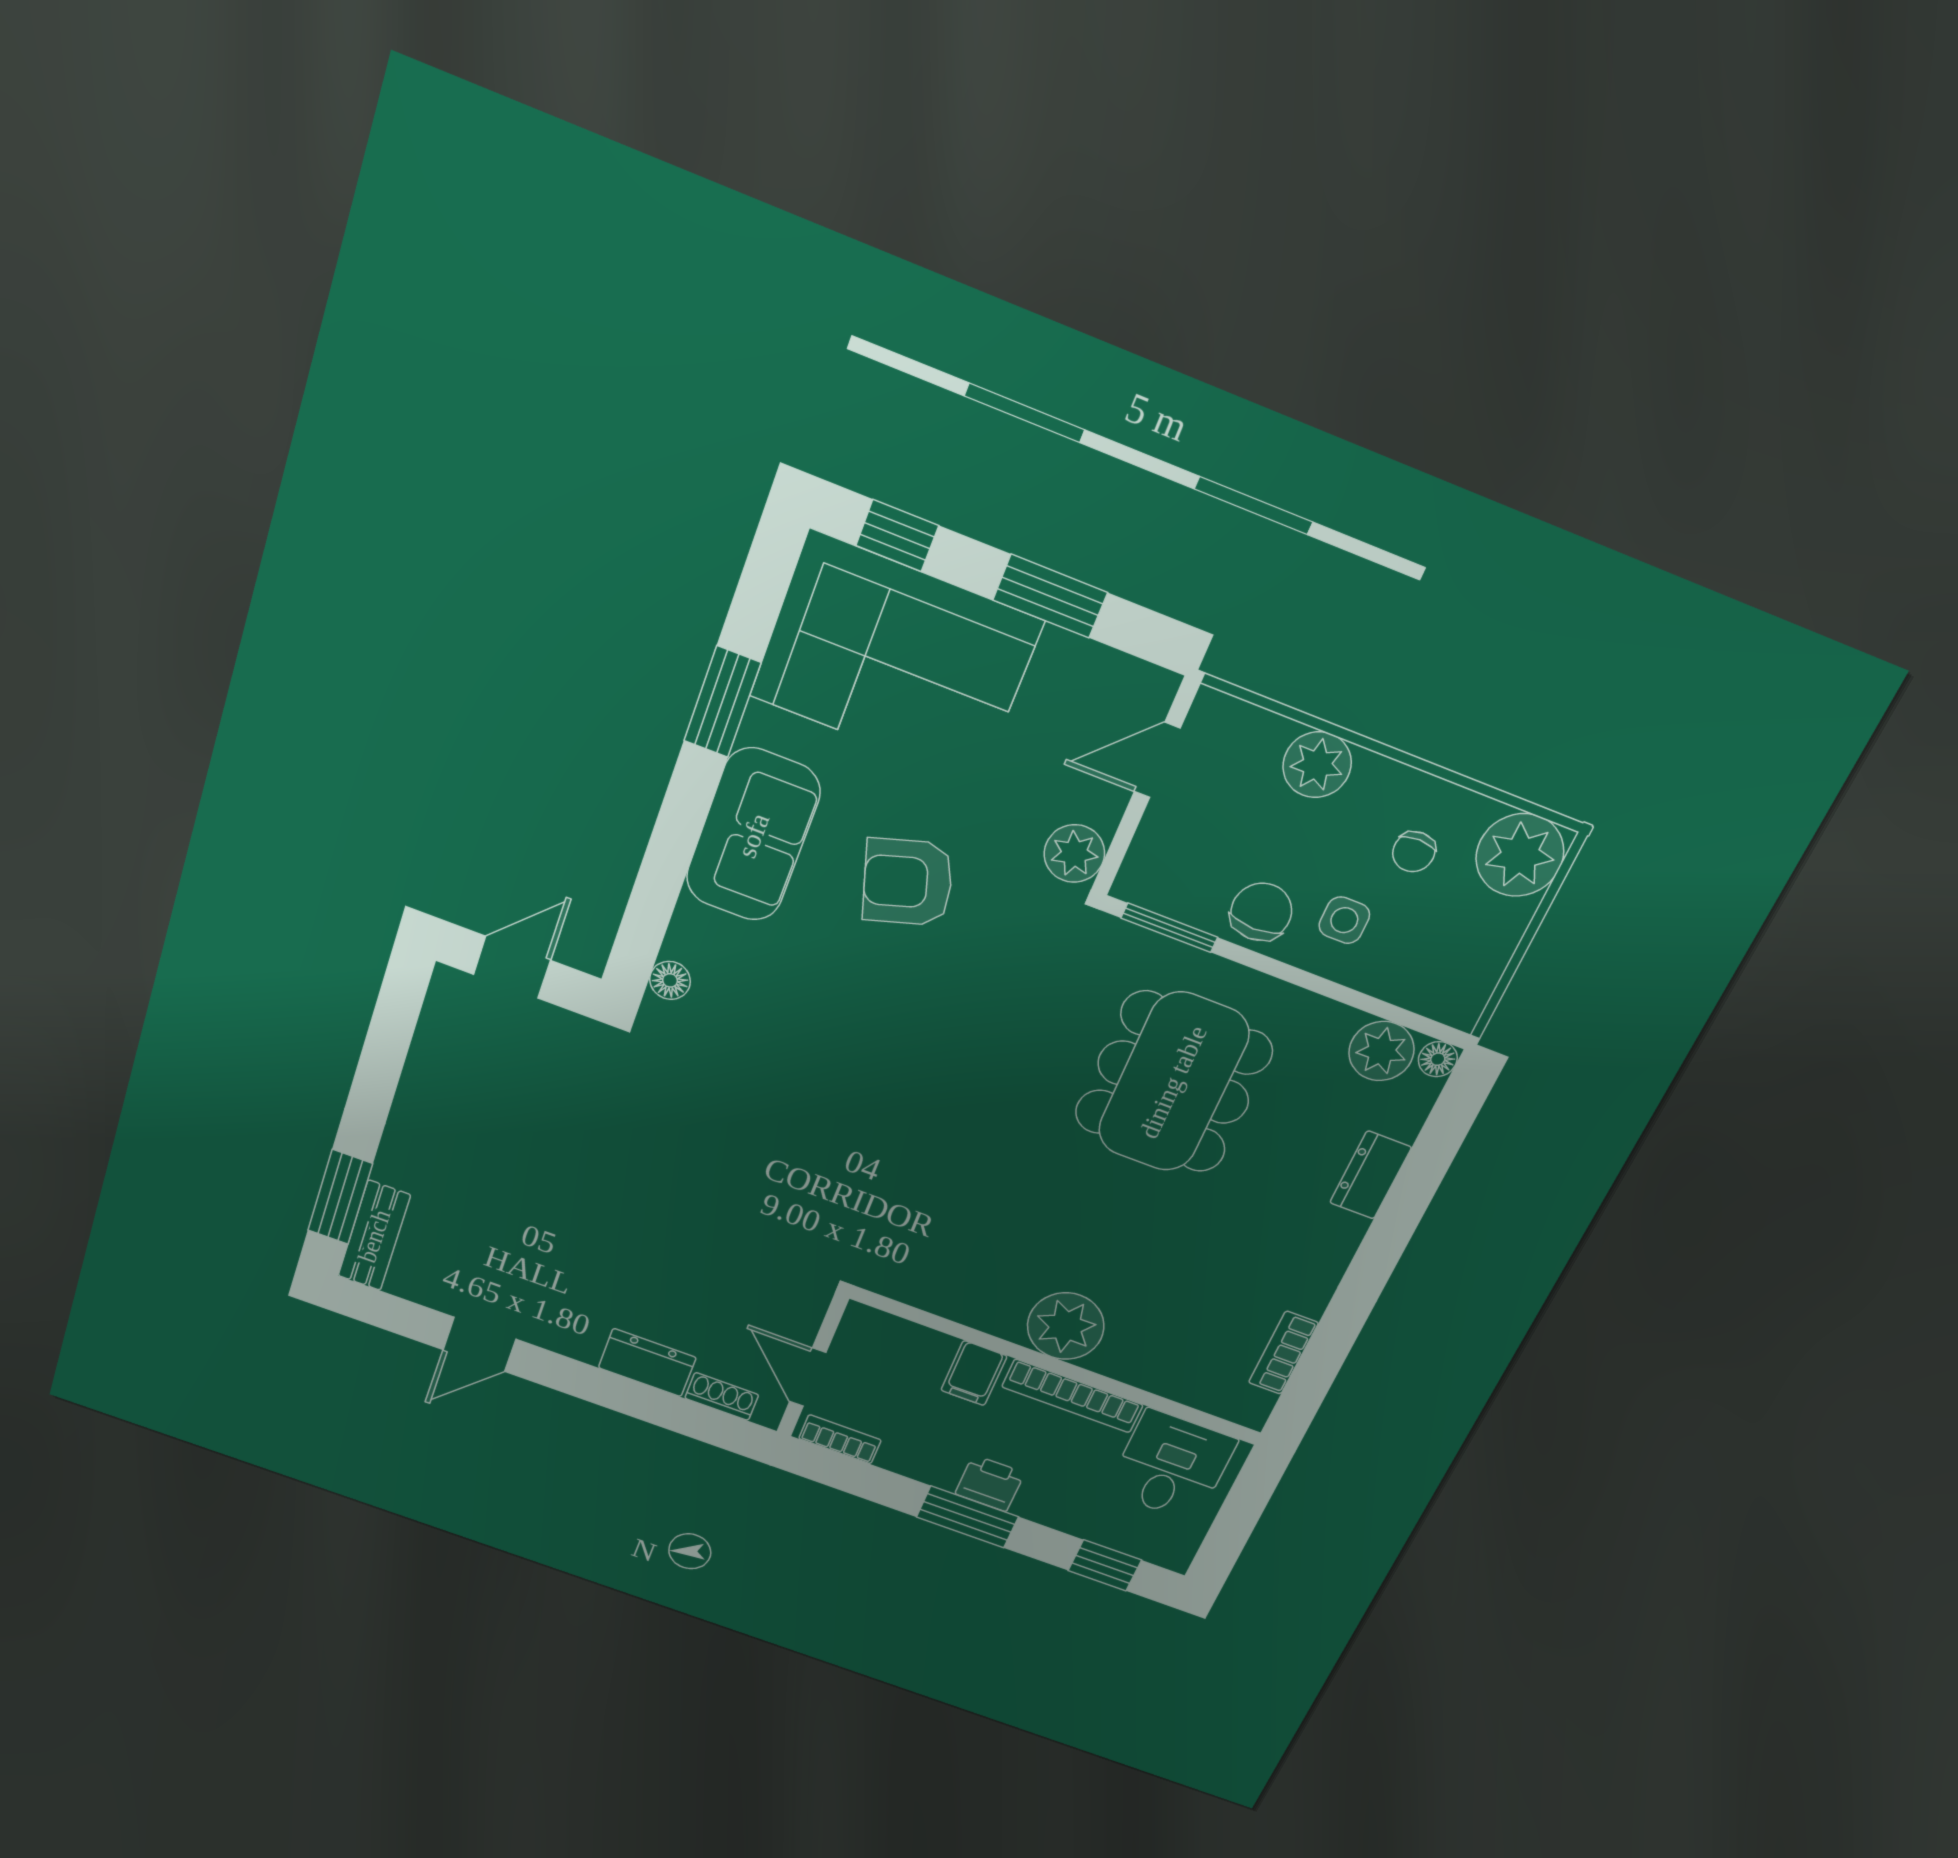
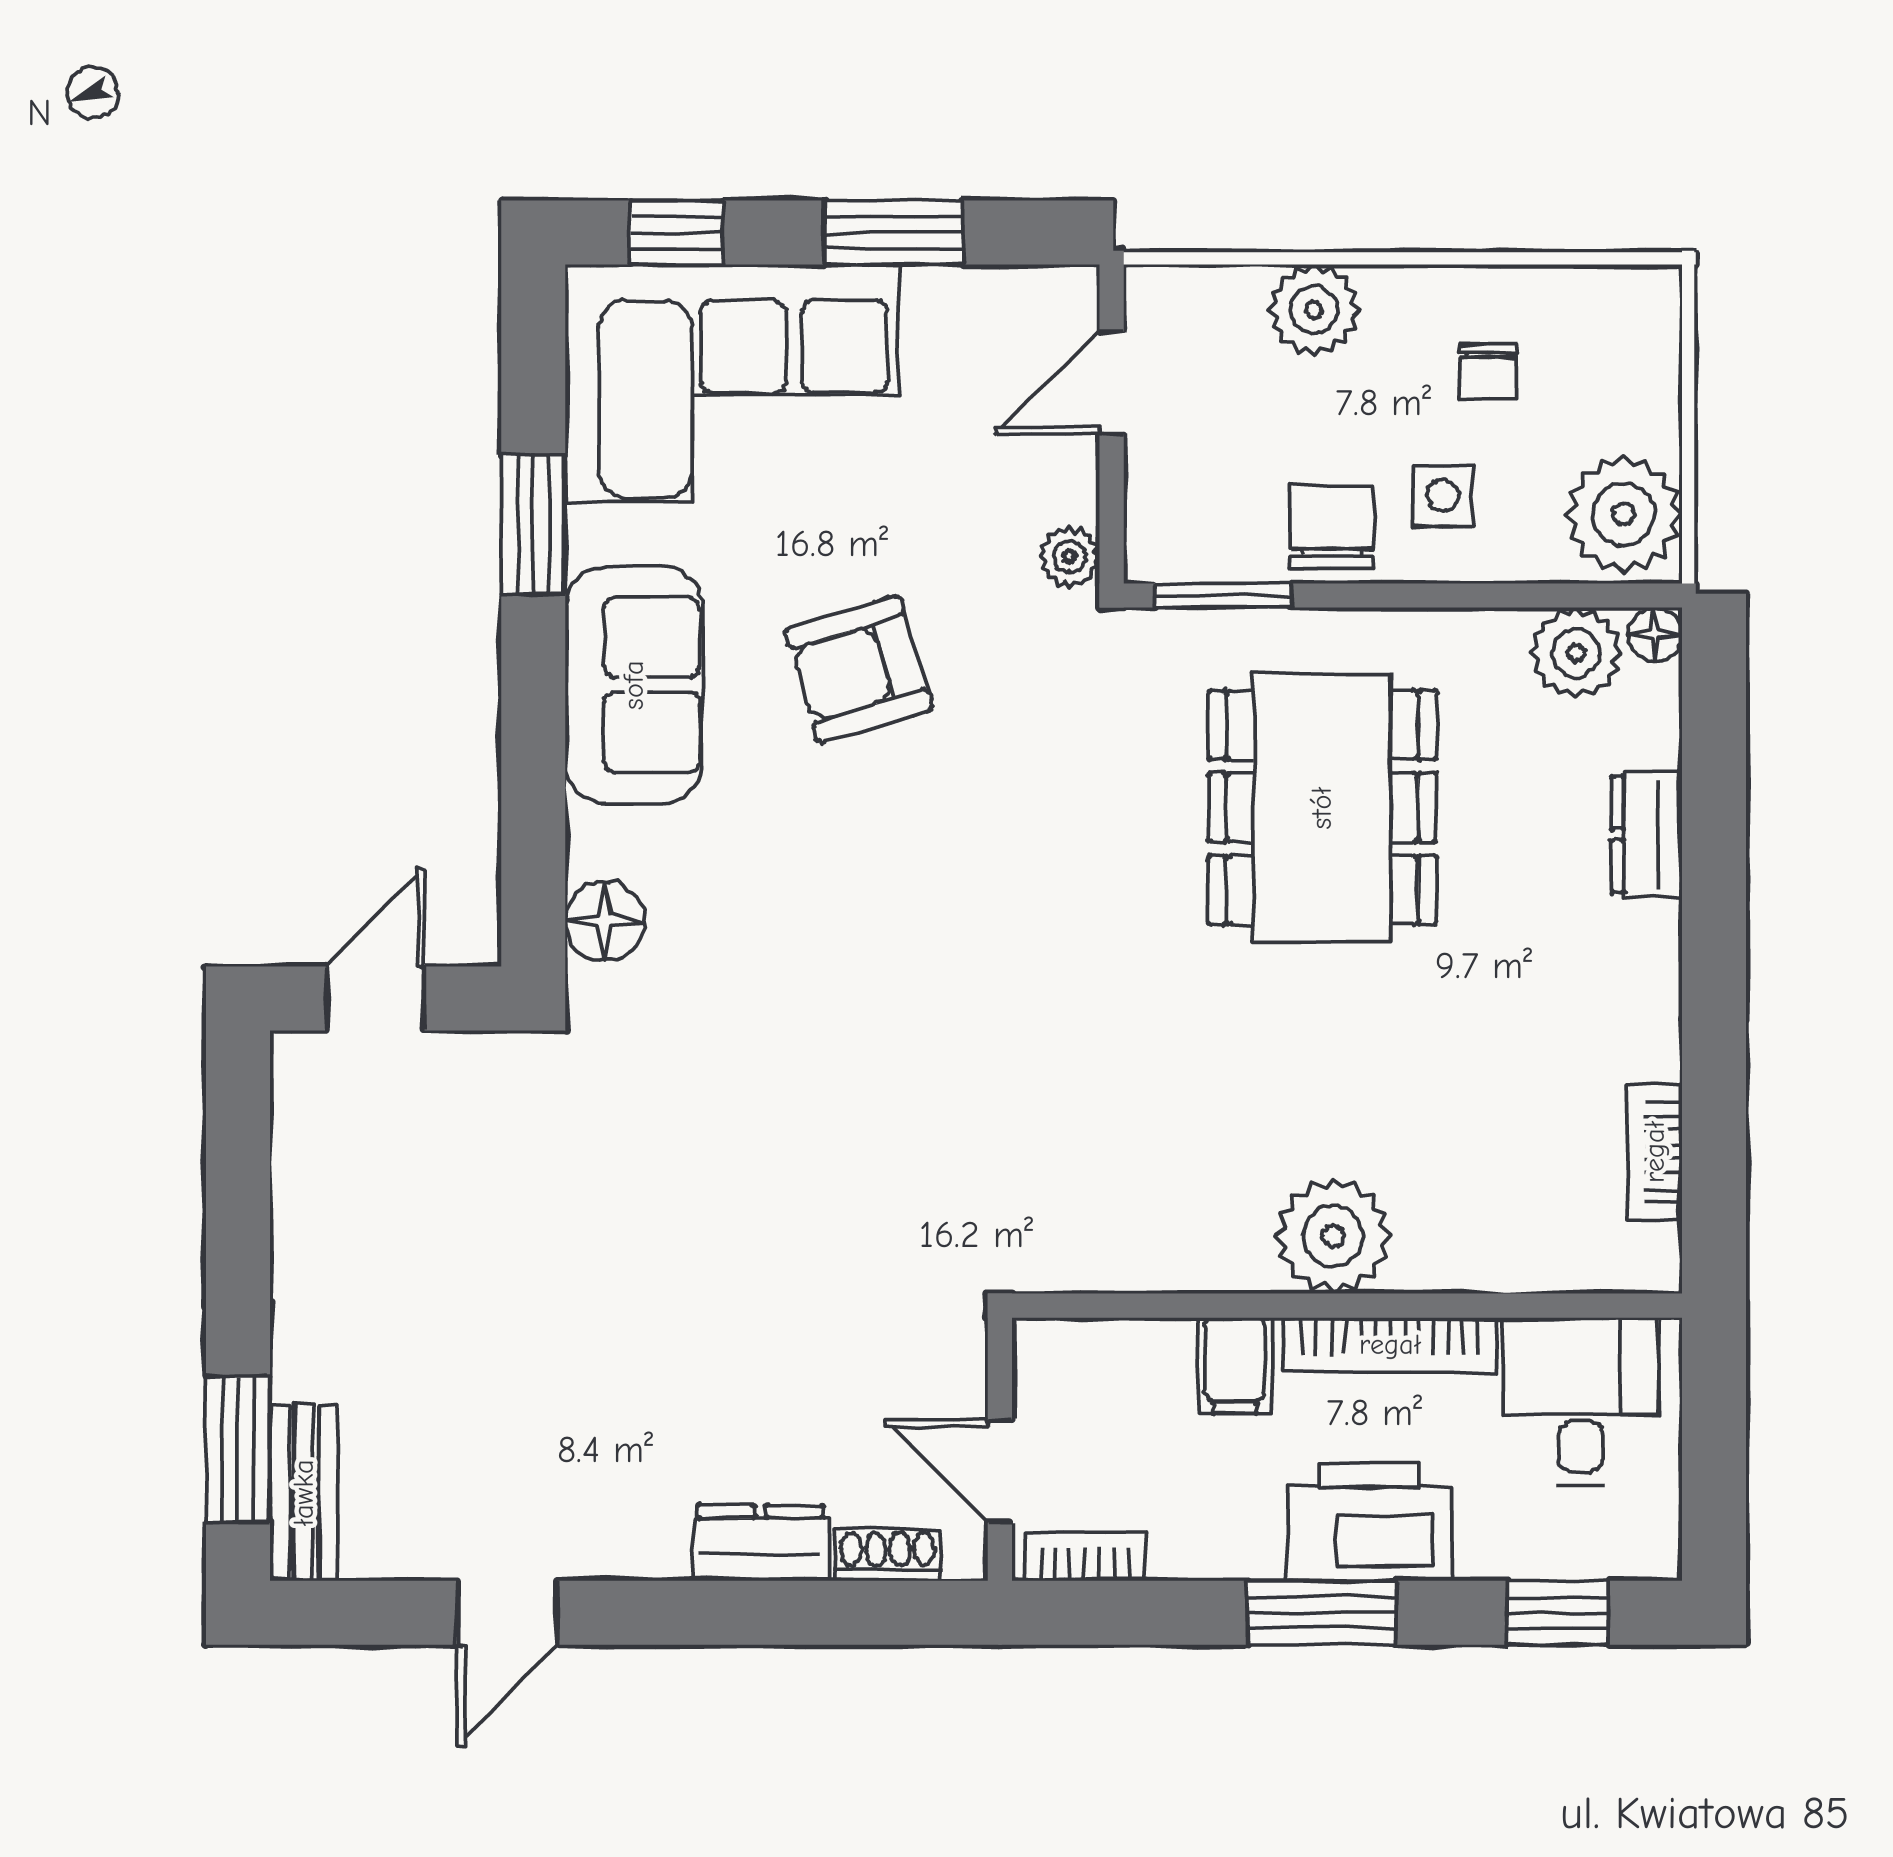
plant: (1074, 854) -> (1070, 556), width x0.73, depth x0.73
plant: (1520, 855) -> (1623, 514), moved
floor lamp: (670, 980) -> (605, 921), width x1.37, depth x1.37
printer: (990, 1483) -> (1370, 1522), width x1.87, depth x1.48

